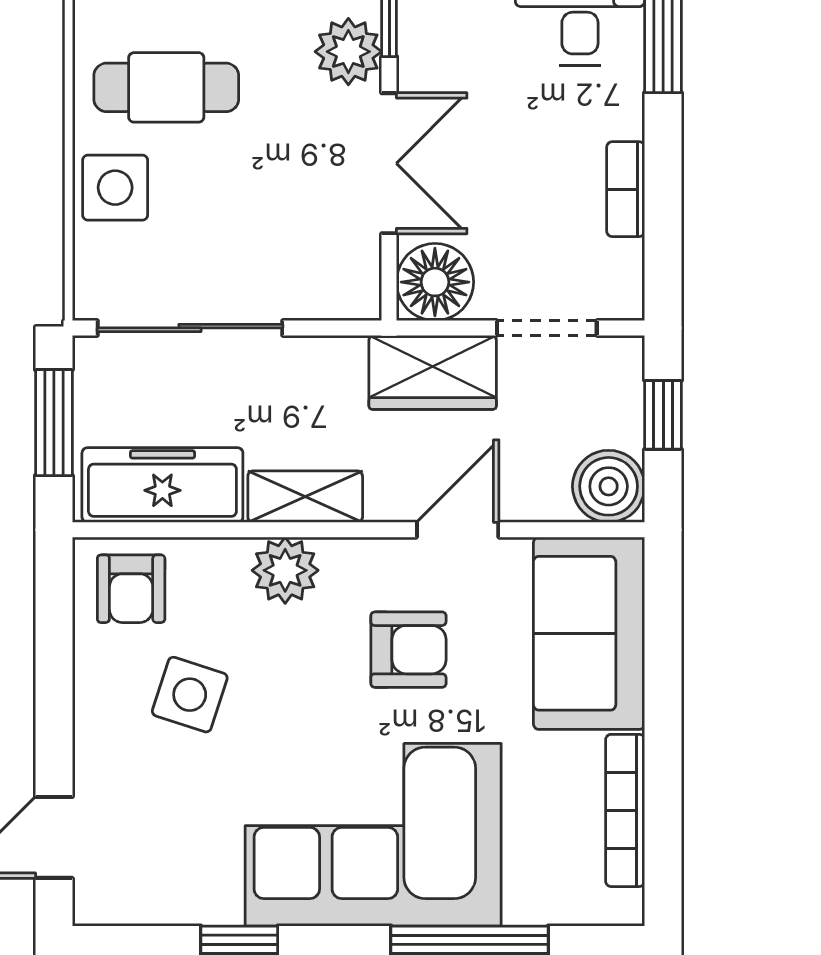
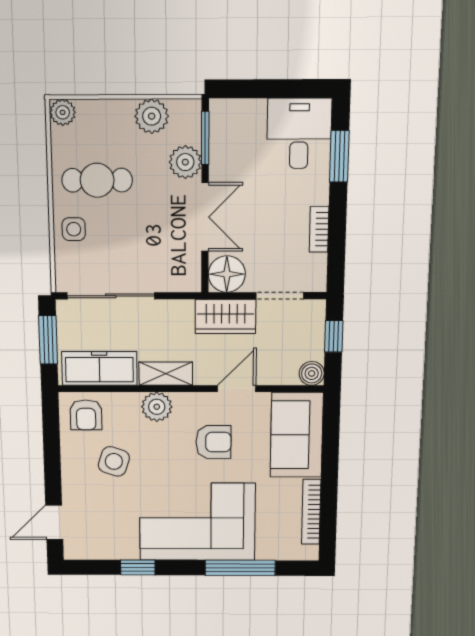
side table: (115, 188) -> (74, 229), width x0.73, depth x0.73
boiler: (609, 486) -> (312, 373), width x0.73, depth x0.73

